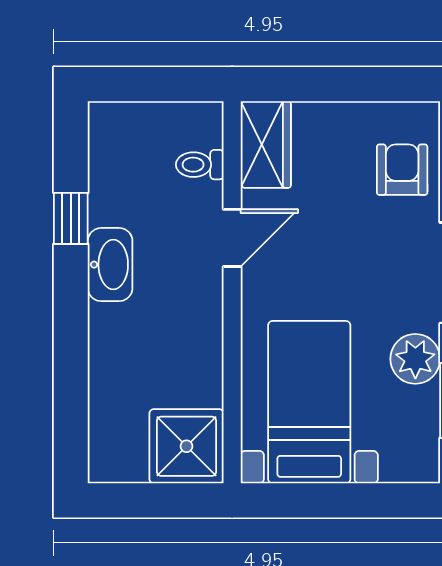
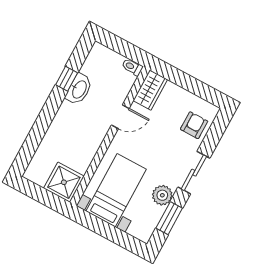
toilet: (200, 165) -> (132, 67), moved
washbasin: (110, 265) -> (79, 89), moved

